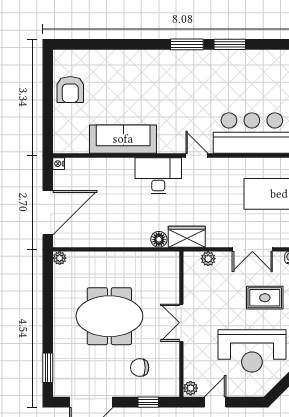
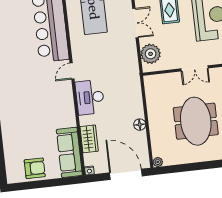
sofa: (123, 139) -> (69, 152), moved
wardrobe: (187, 237) -> (89, 139), moved, turned 180
floor lamp: (159, 239) -> (140, 125), moved
plant: (208, 259) -> (151, 54), width x1.88, depth x1.88

